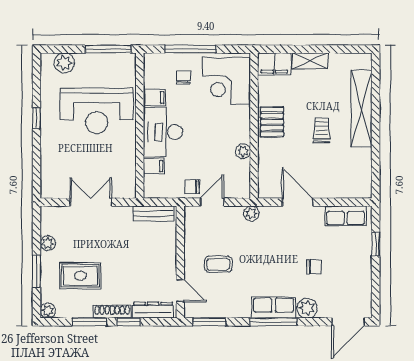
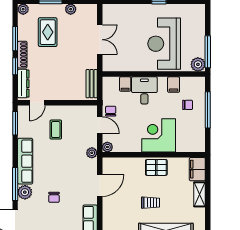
plant: (64, 63) -> (198, 64), moved
corner desk: (226, 81) -> (159, 135), moved
desk: (163, 132) -> (144, 90), width x0.73
plant: (243, 151) -> (107, 147), moved
row of seats: (274, 308) -> (25, 161), width x1.48
window: (273, 322) -> (15, 184), moved

